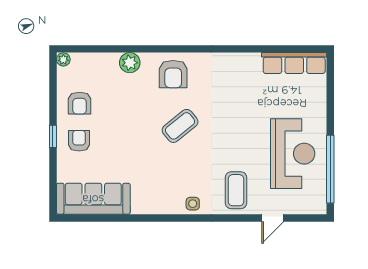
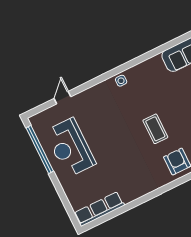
coffee table: (180, 126) -> (155, 129), turned -51
coffee table: (236, 190) -> (96, 104), removed

